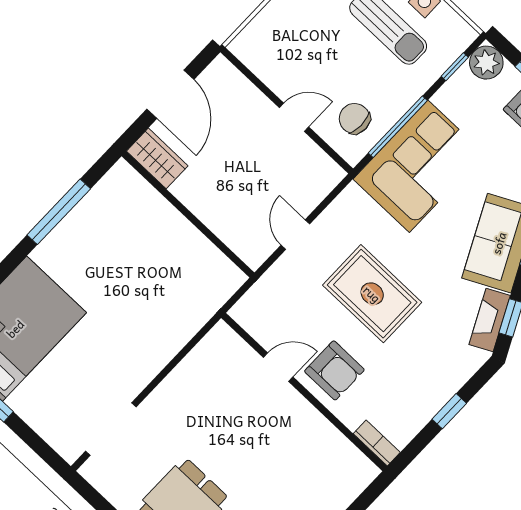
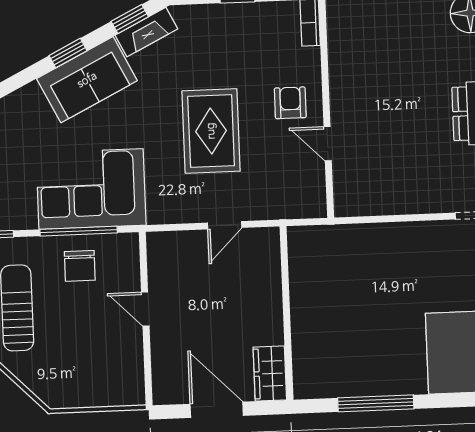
door: (170, 94) -> (217, 410), hinge flipped
chair: (355, 119) -> (80, 266), moved
armchair: (334, 370) -> (290, 103), width x0.72, depth x0.72

